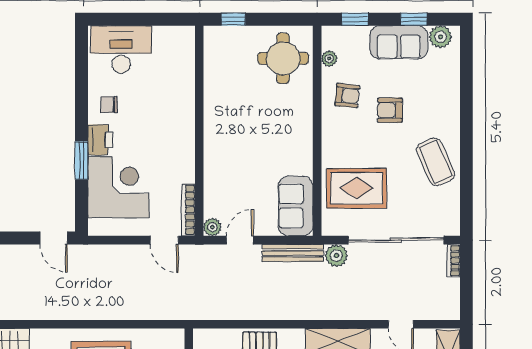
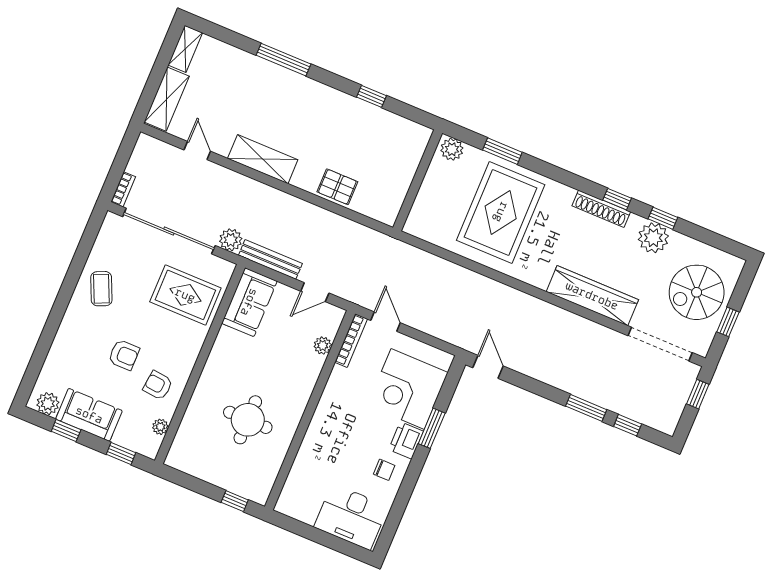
round table: (283, 58) -> (248, 420), moved
coffee table: (436, 162) -> (101, 289), width x0.73, depth x0.77
plant: (212, 227) -> (323, 346), moved

